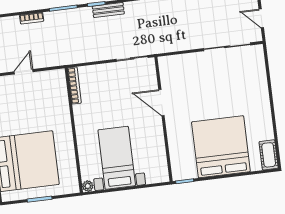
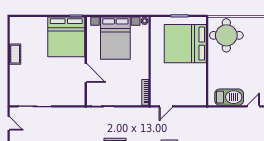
door: (24, 72) -> (166, 106), moved
bed: (221, 147) -> (66, 37), moved
cot: (269, 155) -> (15, 54), moved
bed with nightstands: (117, 158) -> (115, 38), width x1.36

